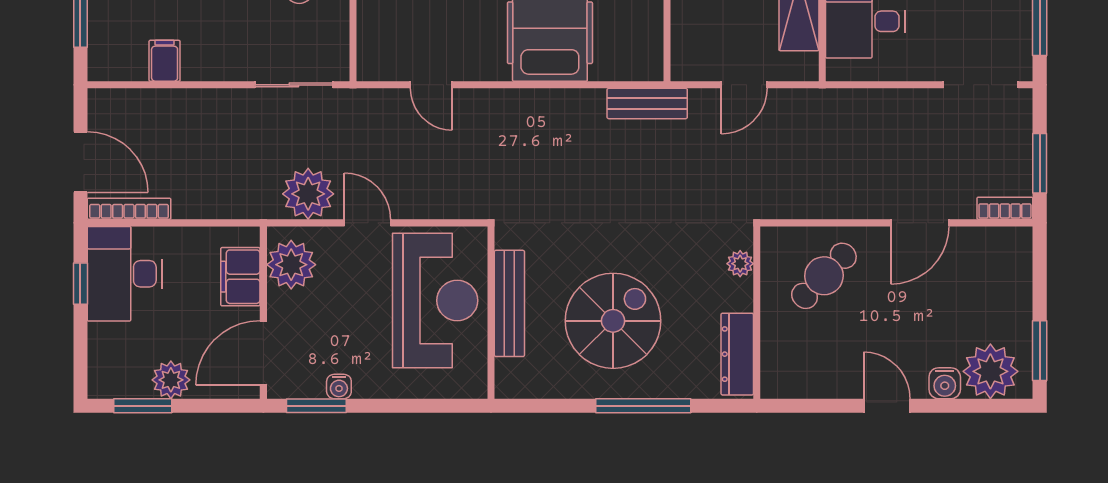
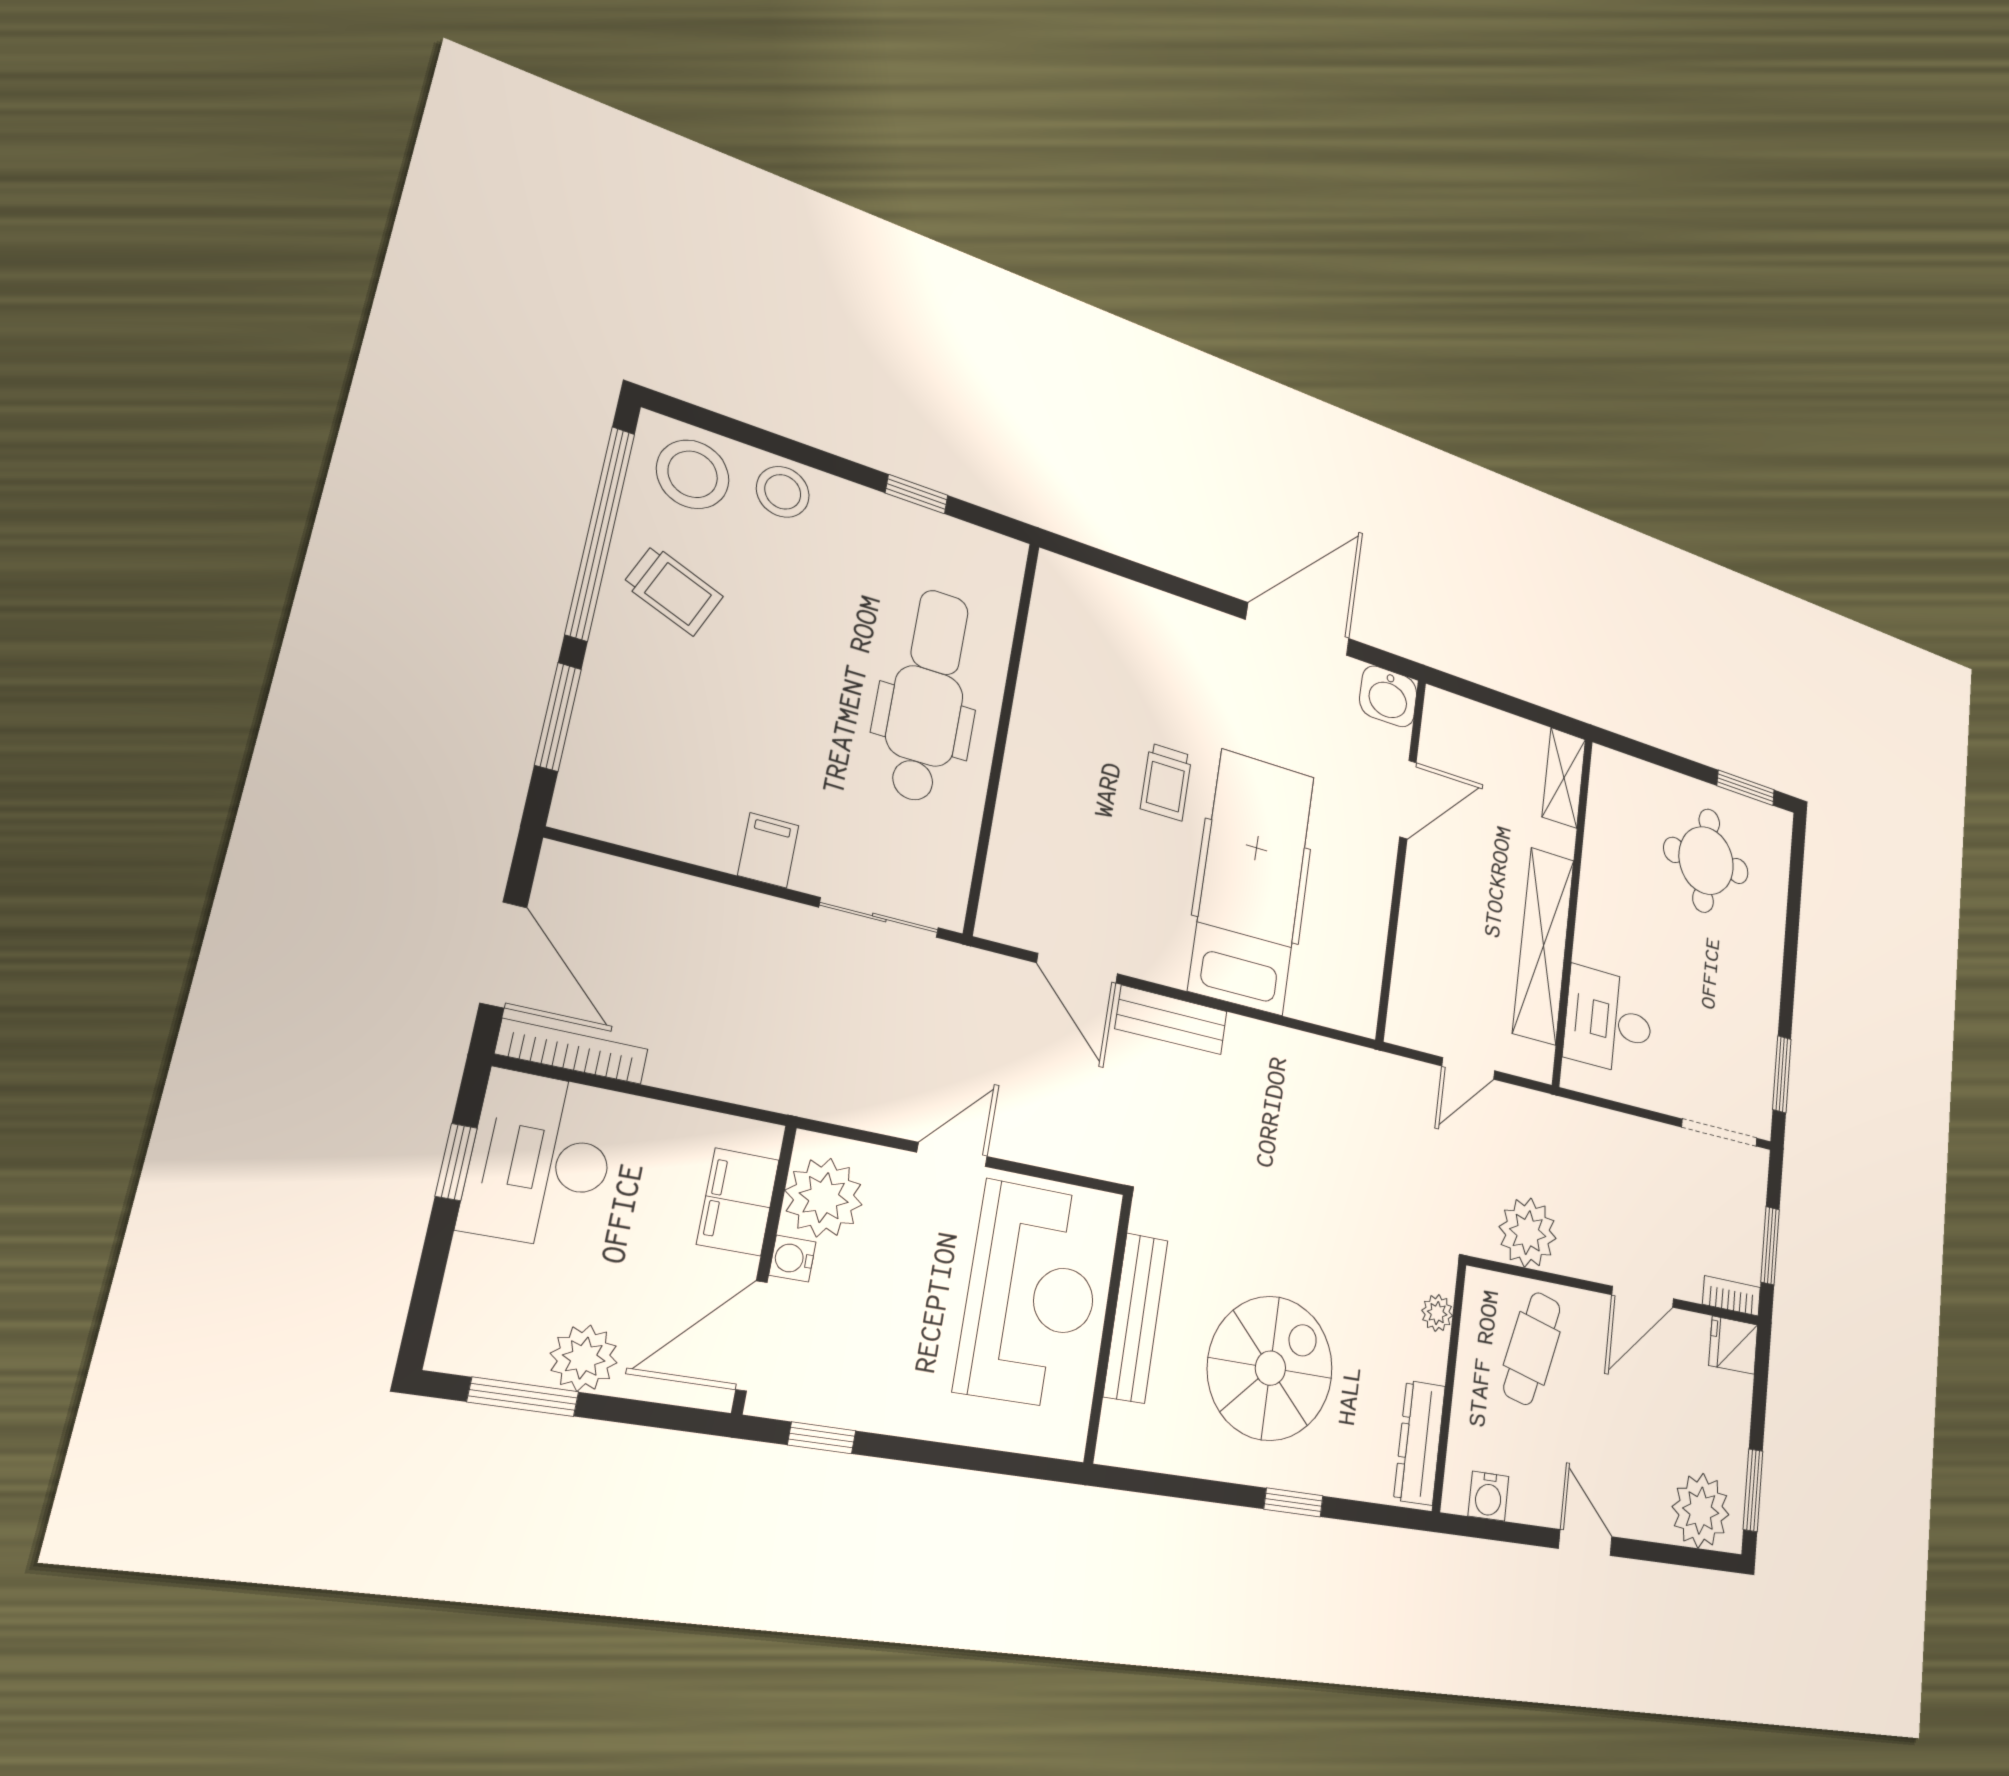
filing cabinet: (165, 61) -> (768, 850), moved
door: (431, 85) -> (1077, 968), width x1.38
bench: (647, 104) -> (1171, 1020), moved
plant: (308, 194) -> (1528, 1233), moved
door: (367, 223) -> (952, 1154), hinge flipped
fridge: (1010, 245) -> (1733, 1345), added
cafe table: (824, 276) -> (1532, 1348), turned -30
water cooler: (945, 383) -> (1488, 1496), moved
water cooler: (339, 386) -> (792, 1259), moved, turned 90
window: (316, 406) -> (822, 1438), width x0.67
window: (643, 406) -> (1294, 1502), width x0.46

